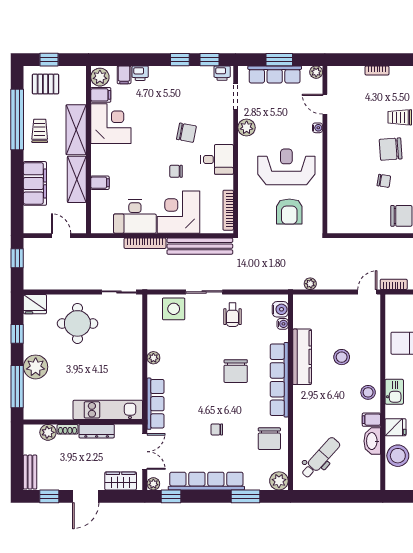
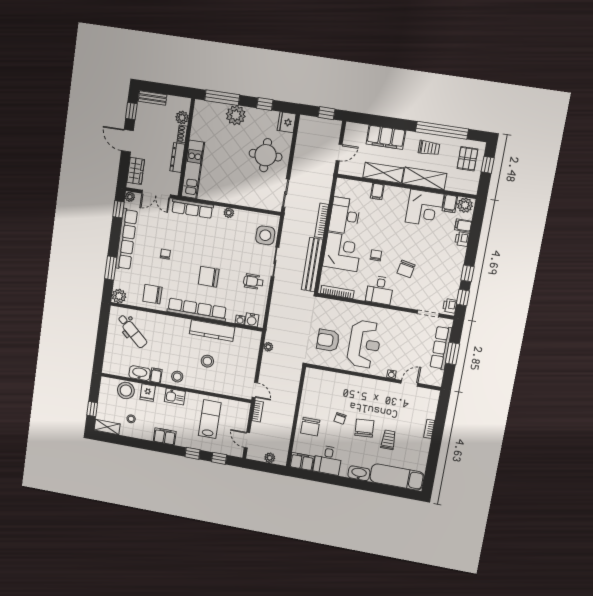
plant: (316, 72) -> (437, 381), removed
plant: (247, 128) -> (402, 318), removed

